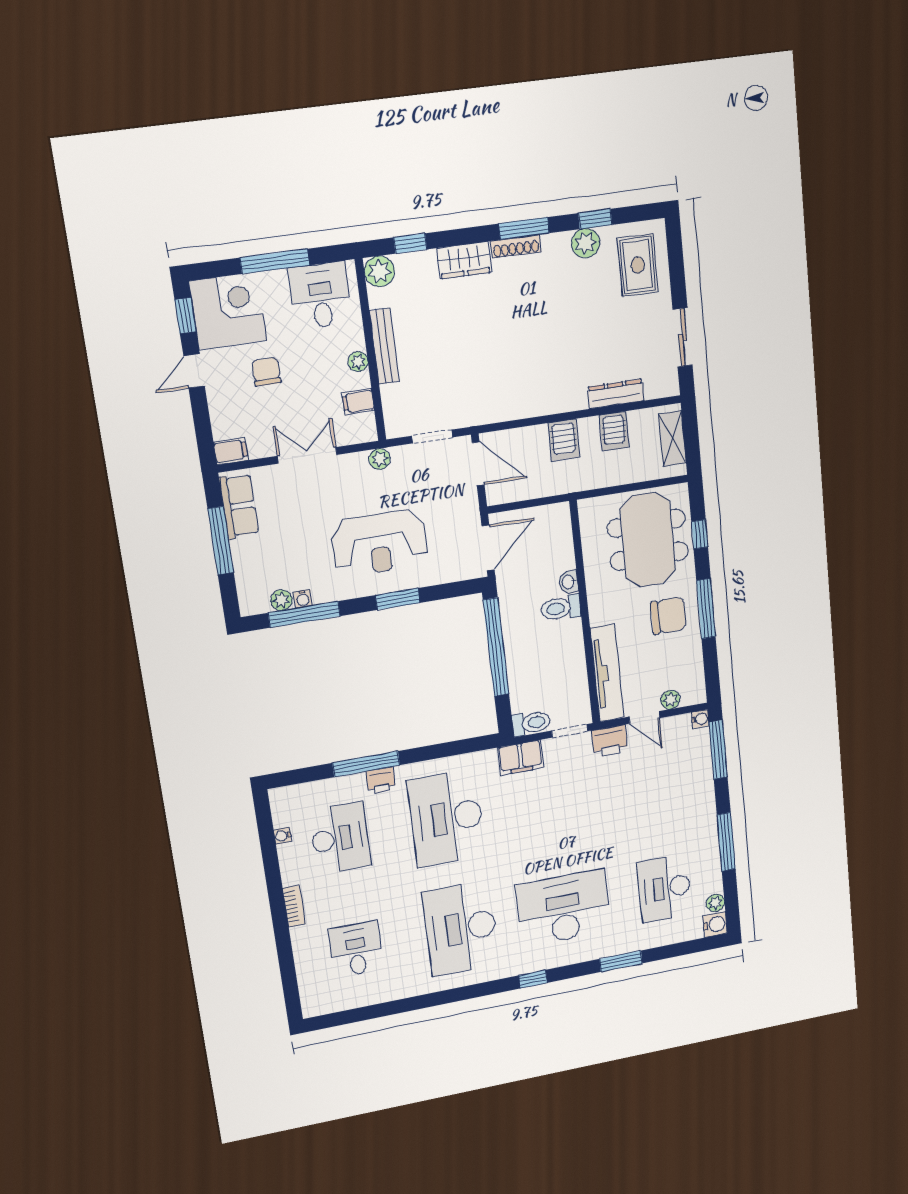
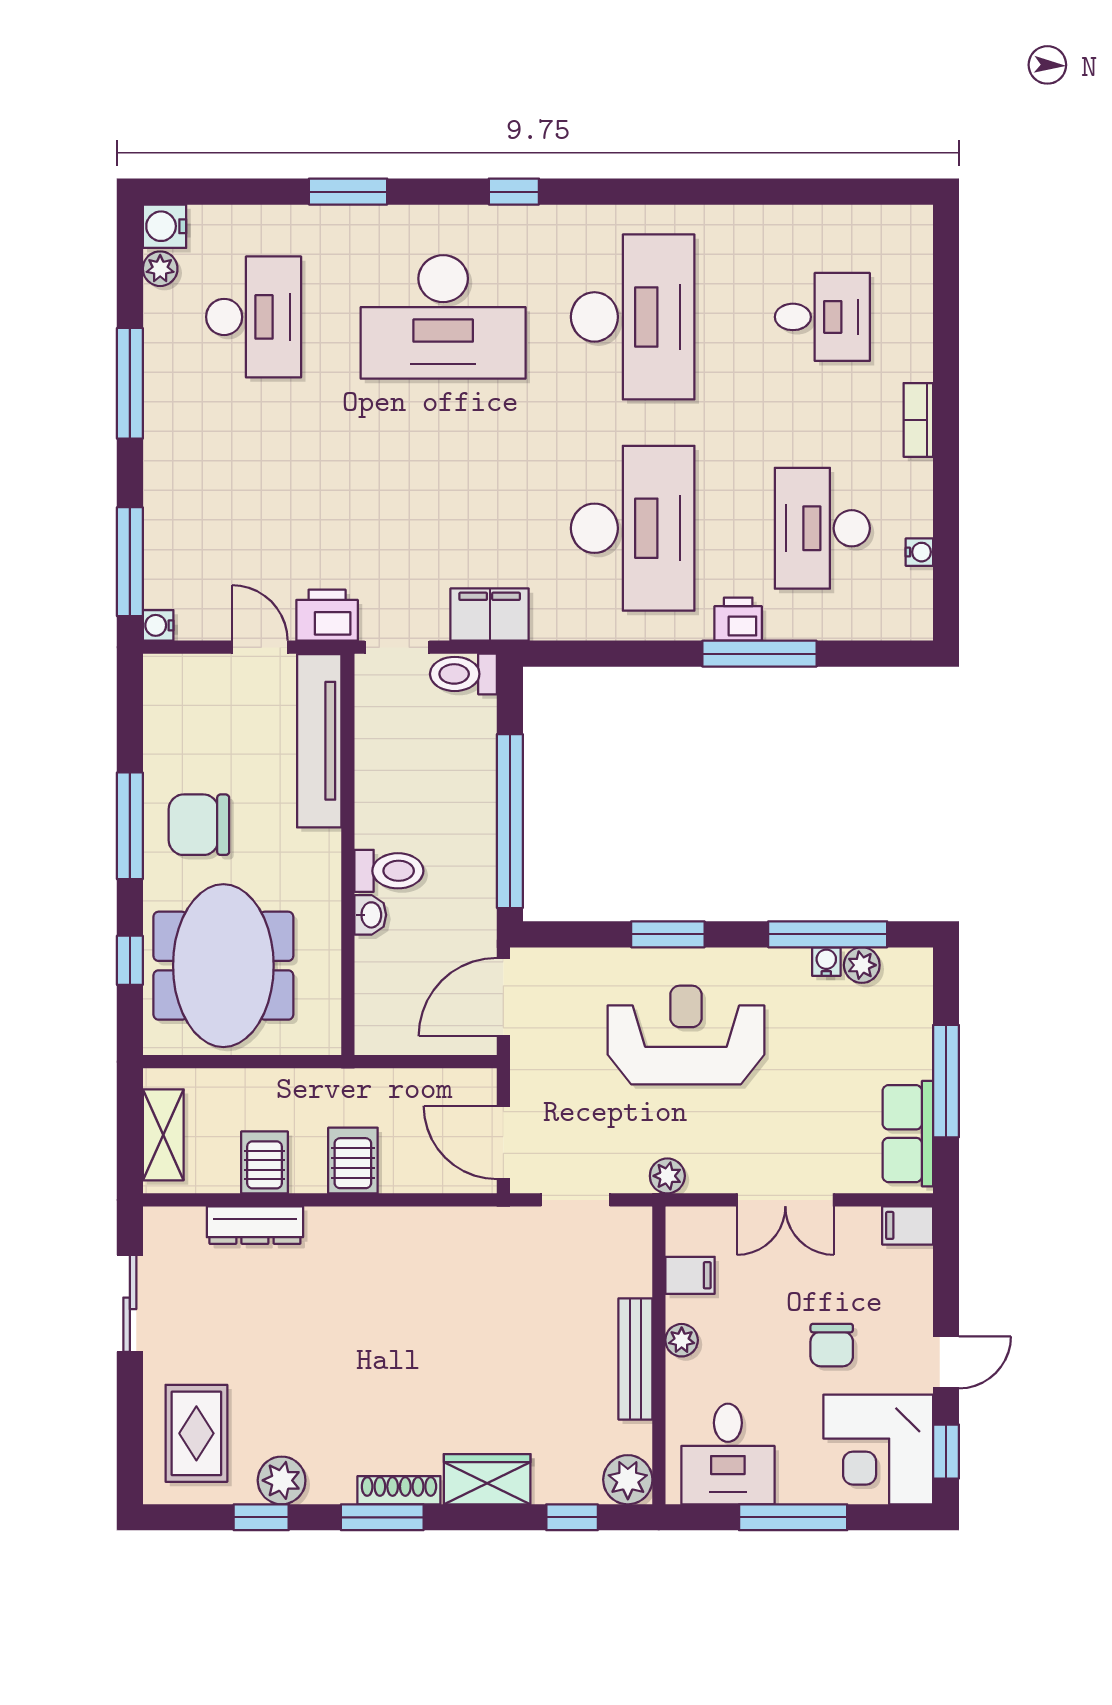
plant: (670, 700) -> (209, 671), removed
desk: (356, 949) -> (822, 317), turned -90

